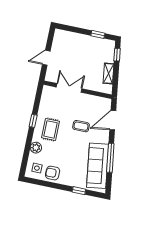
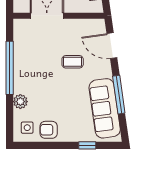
door: (113, 120) -> (112, 46), hinge flipped
window: (33, 121) -> (10, 68), width x3.17
rug: (50, 129) -> (34, 74), removed

